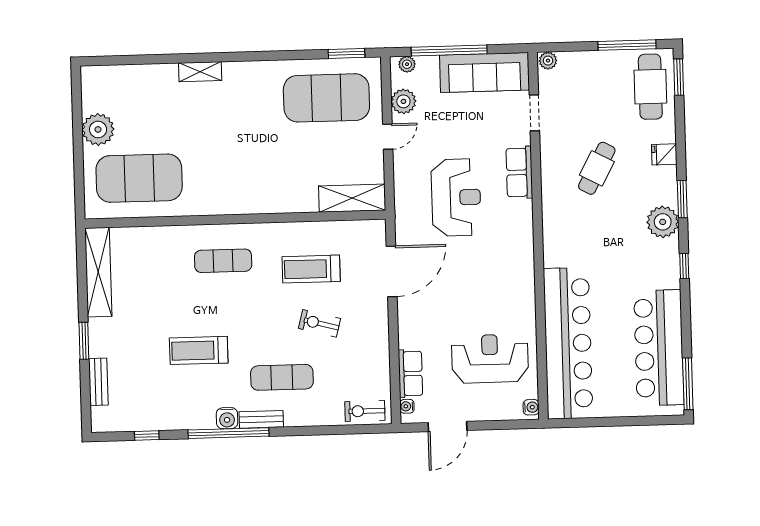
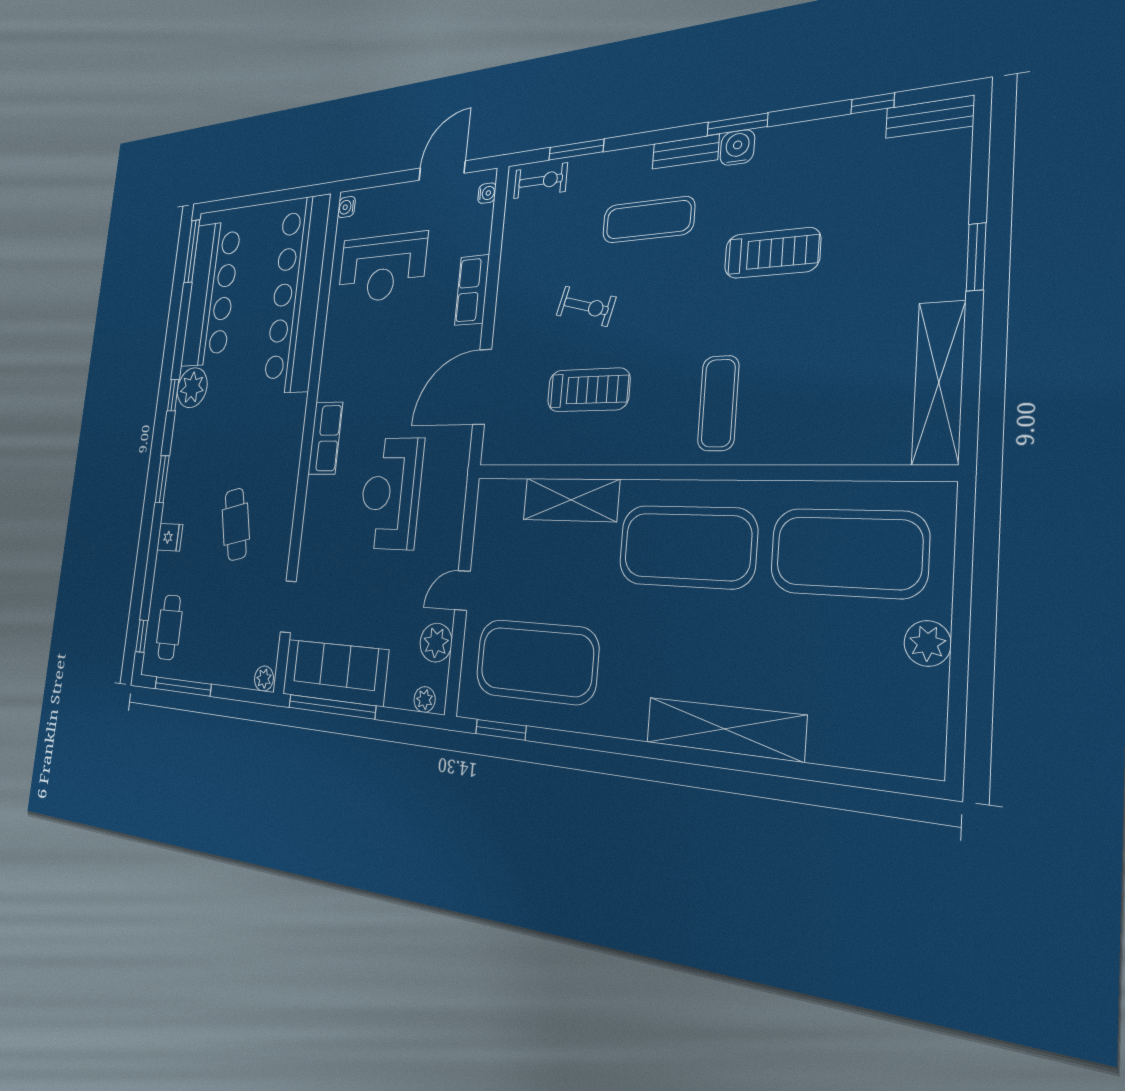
window: (449, 50) -> (332, 707), moved
shelving: (200, 72) -> (725, 729), width x2.20, depth x1.33
window: (679, 77) -> (142, 636), width x0.67
cafe table: (650, 87) -> (169, 627), width x0.73, depth x0.74
plant: (98, 129) -> (927, 643), width x0.73, depth x0.73
cafe table: (597, 168) -> (236, 524), turned -41
row of seats: (519, 172) -> (325, 438), moved
exercise mat: (234, 175) -> (687, 547), added
shelving: (352, 198) -> (571, 500), moved
plant: (663, 222) -> (192, 388), moved
exercise mat: (223, 261) -> (718, 403), turned 90
row of seats: (410, 374) -> (472, 290), moved
bench: (98, 382) -> (930, 117), moved, turned 90
window: (340, 430) -> (576, 150), added
window: (229, 433) -> (737, 124), width x0.47

